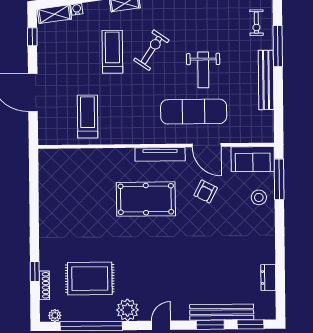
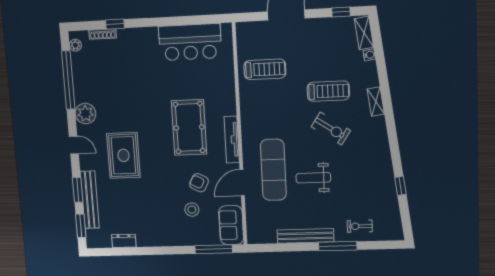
bar counter: (56, 193) -> (190, 42), added
stool: (259, 197) -> (192, 210), moved
rug: (90, 279) -> (123, 155), moved

